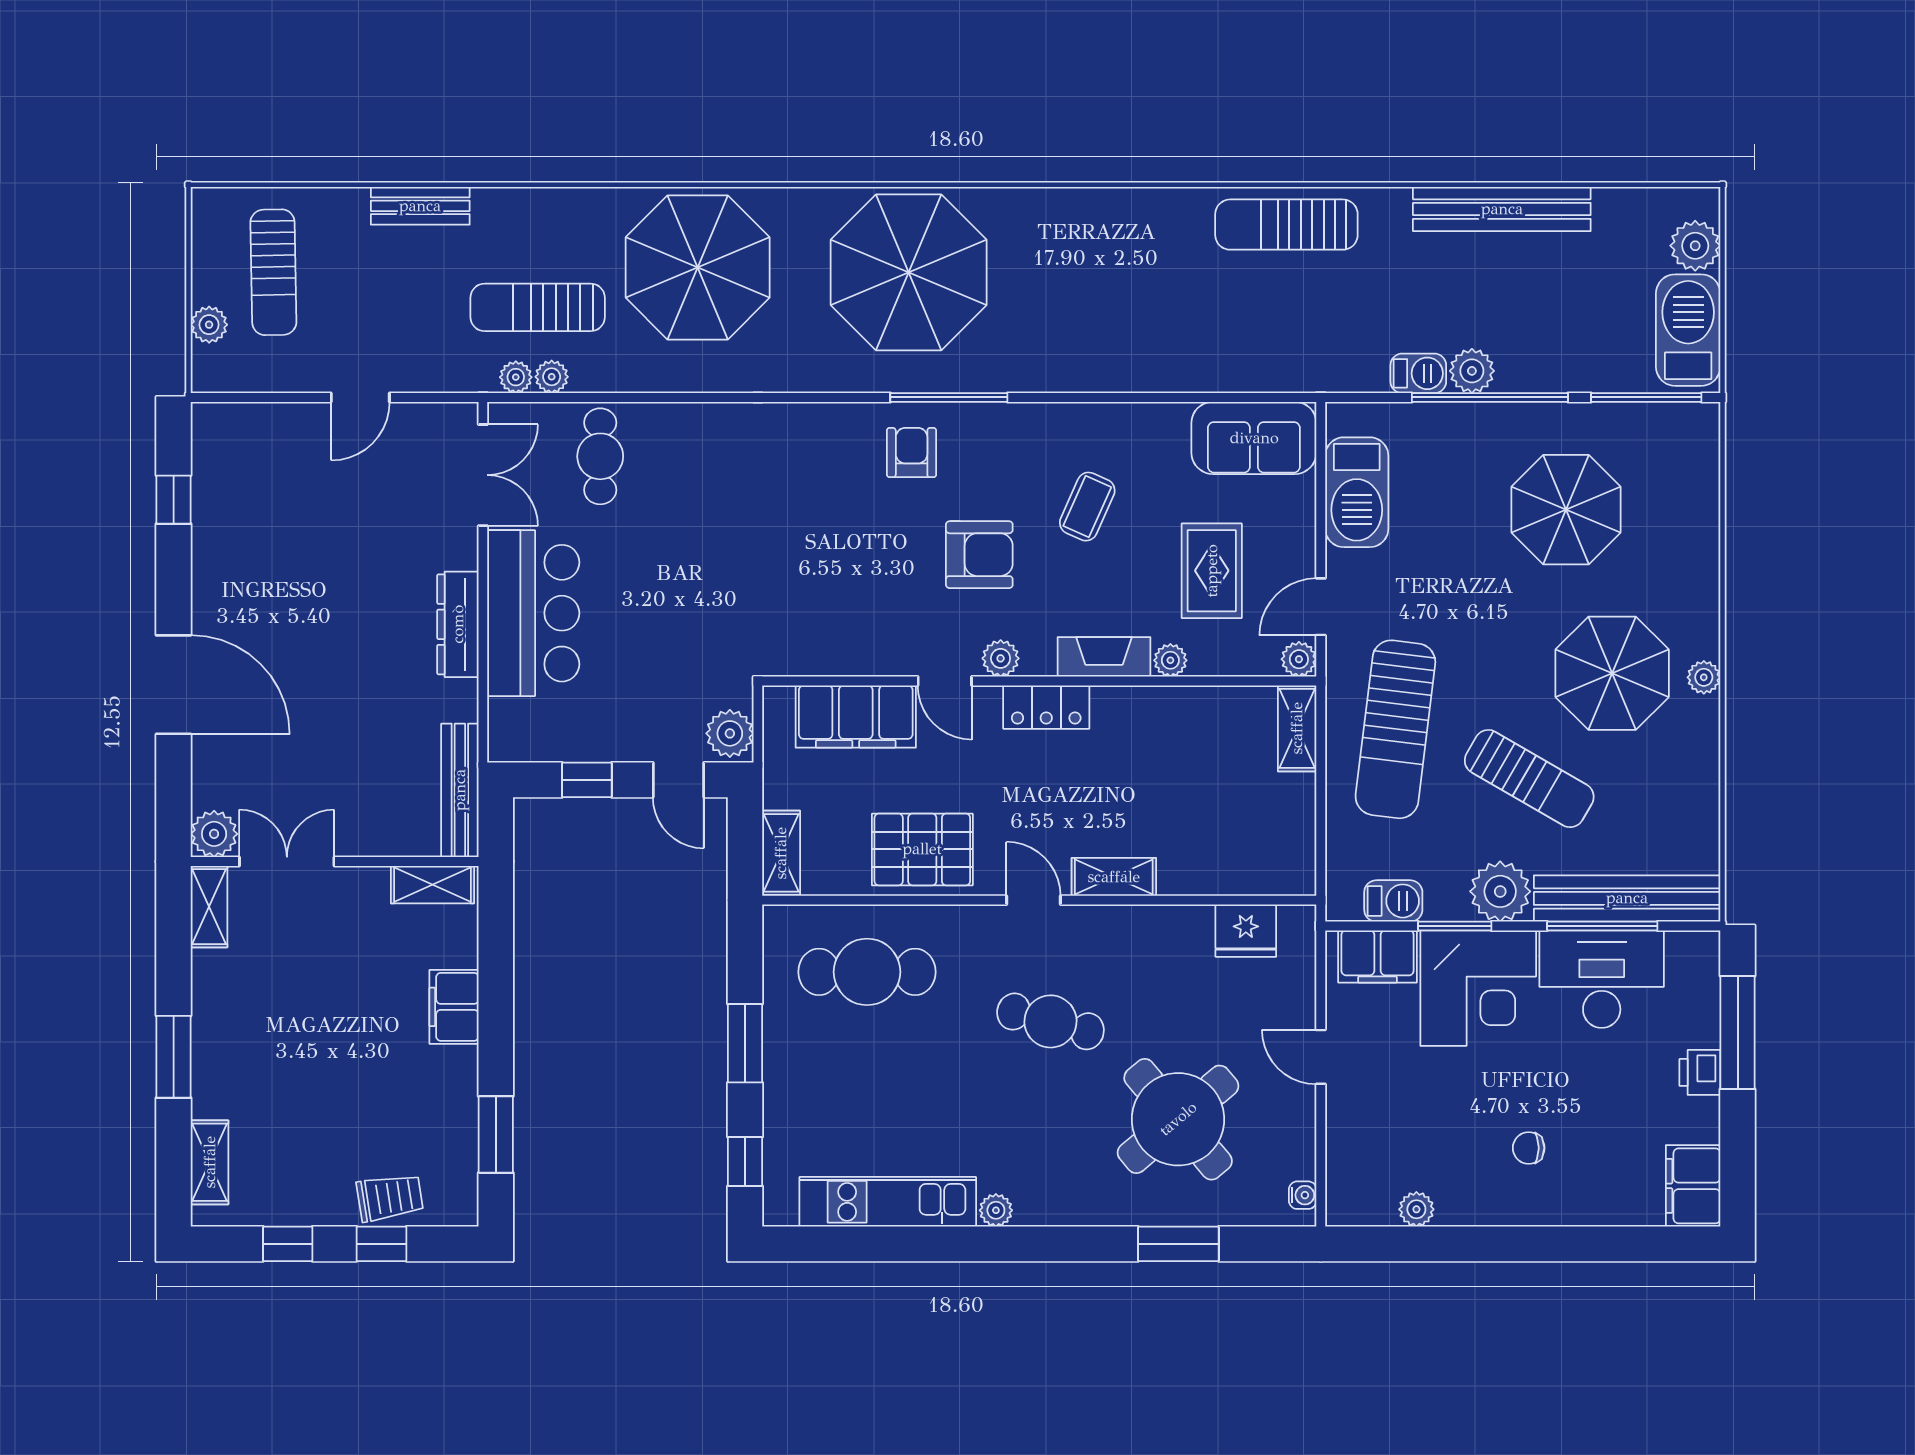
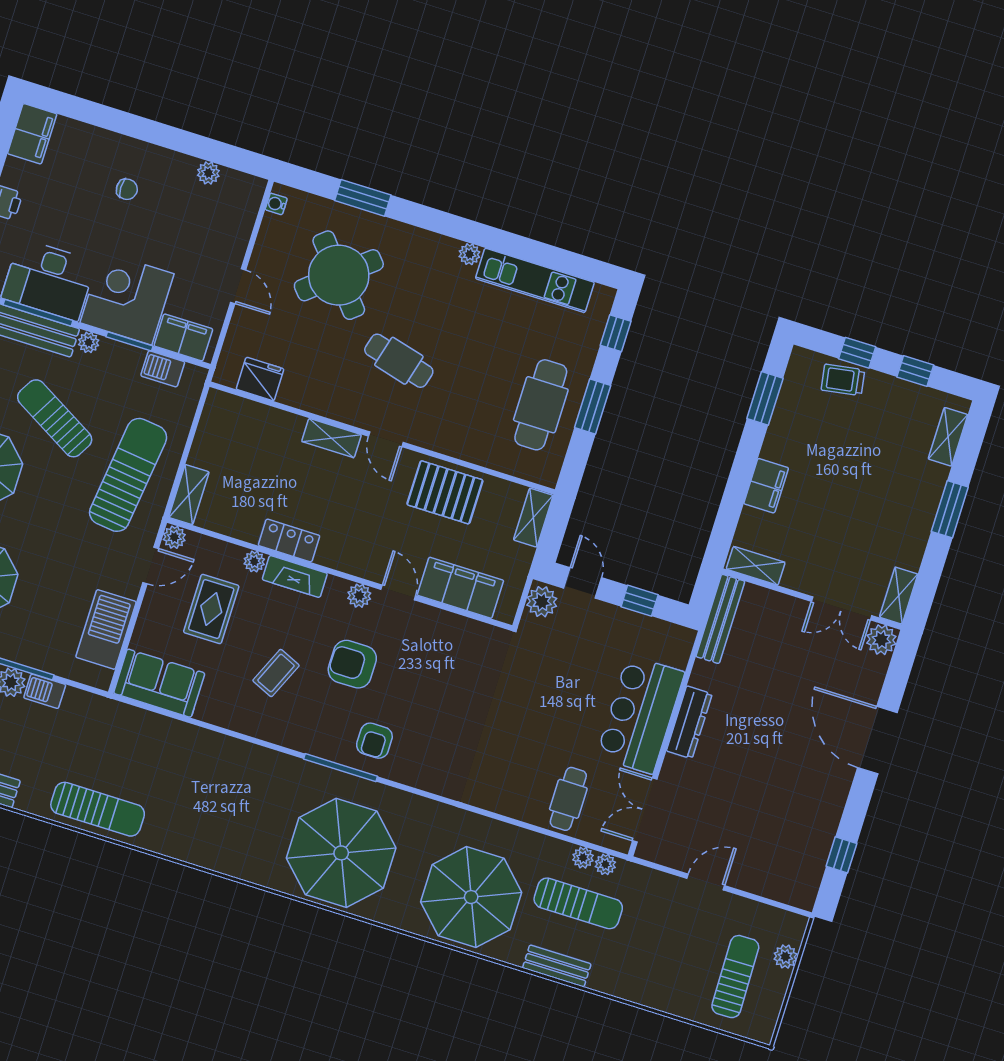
bench: (420, 206) -> (557, 966), moved
locker: (1046, 707) -> (289, 540), moved
plant: (1500, 891) -> (89, 342), width x0.53, depth x0.53
cafe table: (867, 972) -> (541, 405), moved, turned 90

